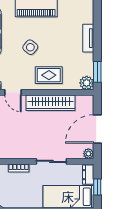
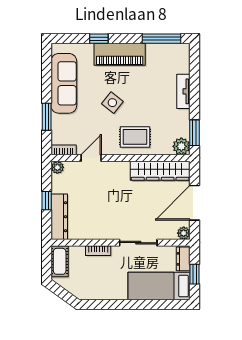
door: (13, 92) -> (91, 158), swing flipped
wardrobe: (51, 103) -> (160, 171), moved

